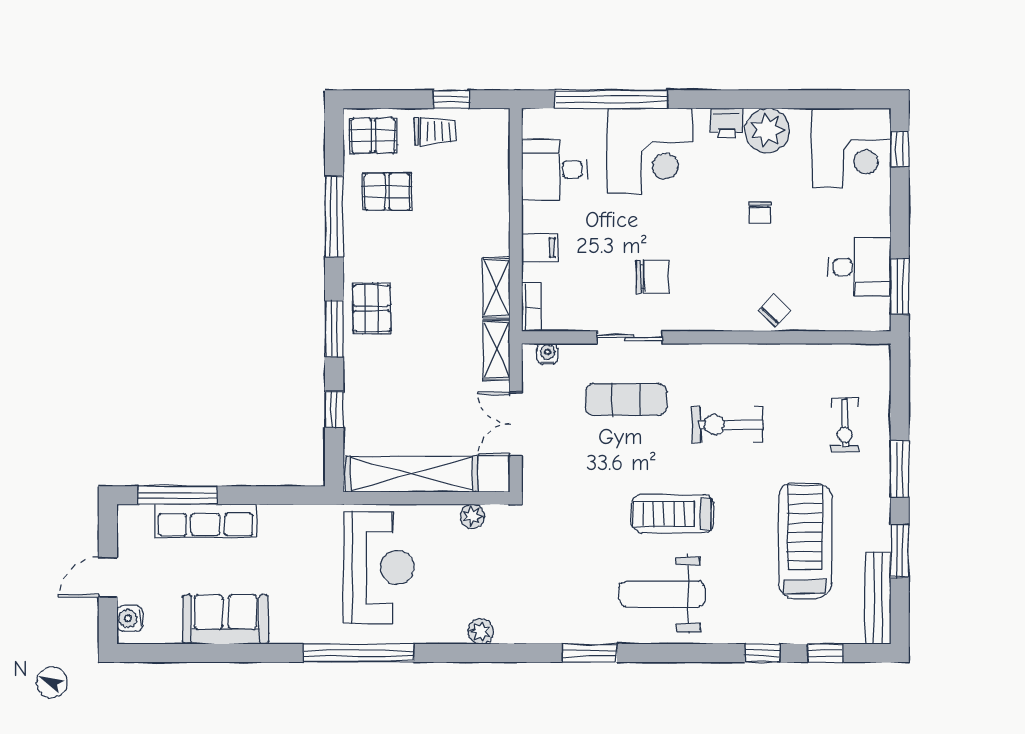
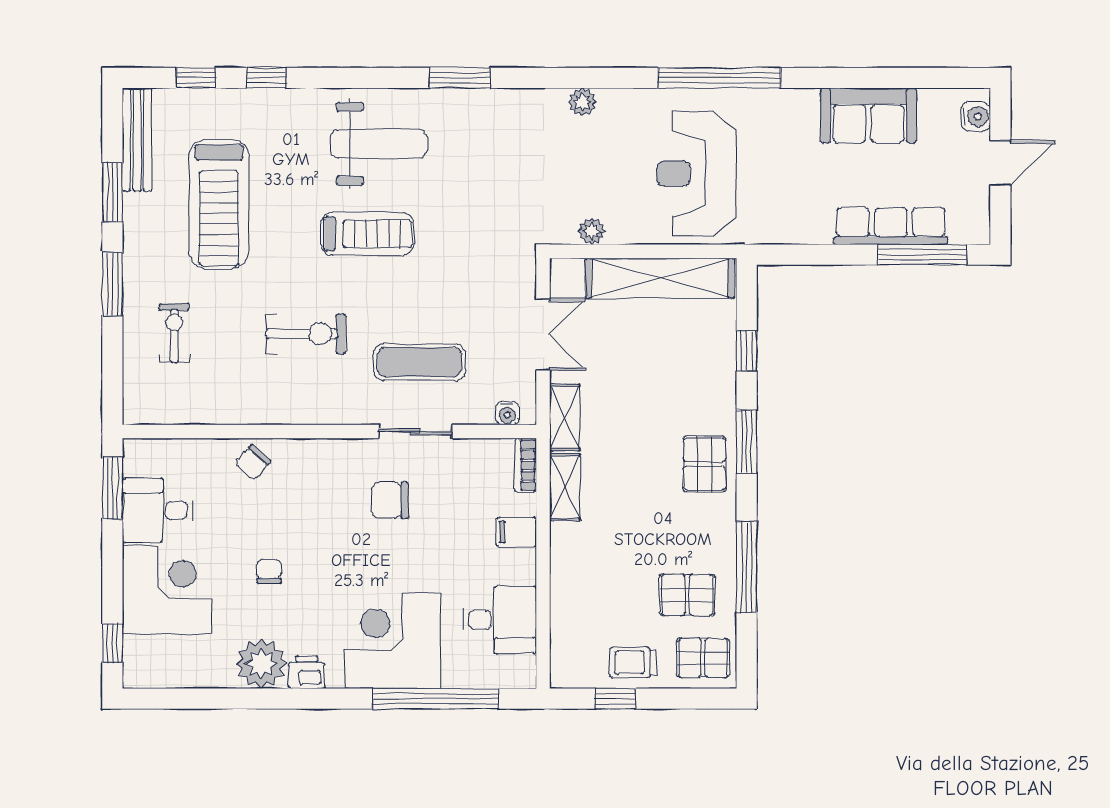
corner desk: (851, 148) -> (167, 590), moved, turned 90

